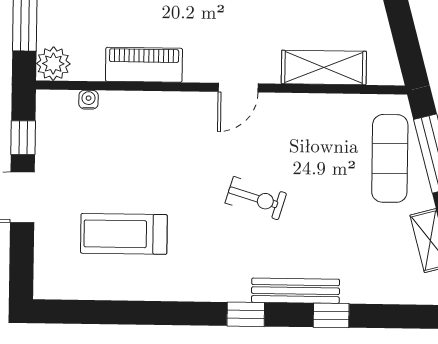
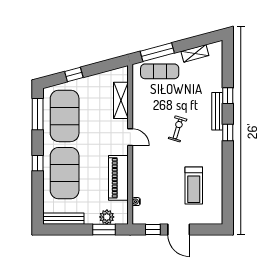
plant: (53, 64) -> (107, 217), moved
piano: (144, 65) -> (118, 178), width x1.37, depth x1.33

